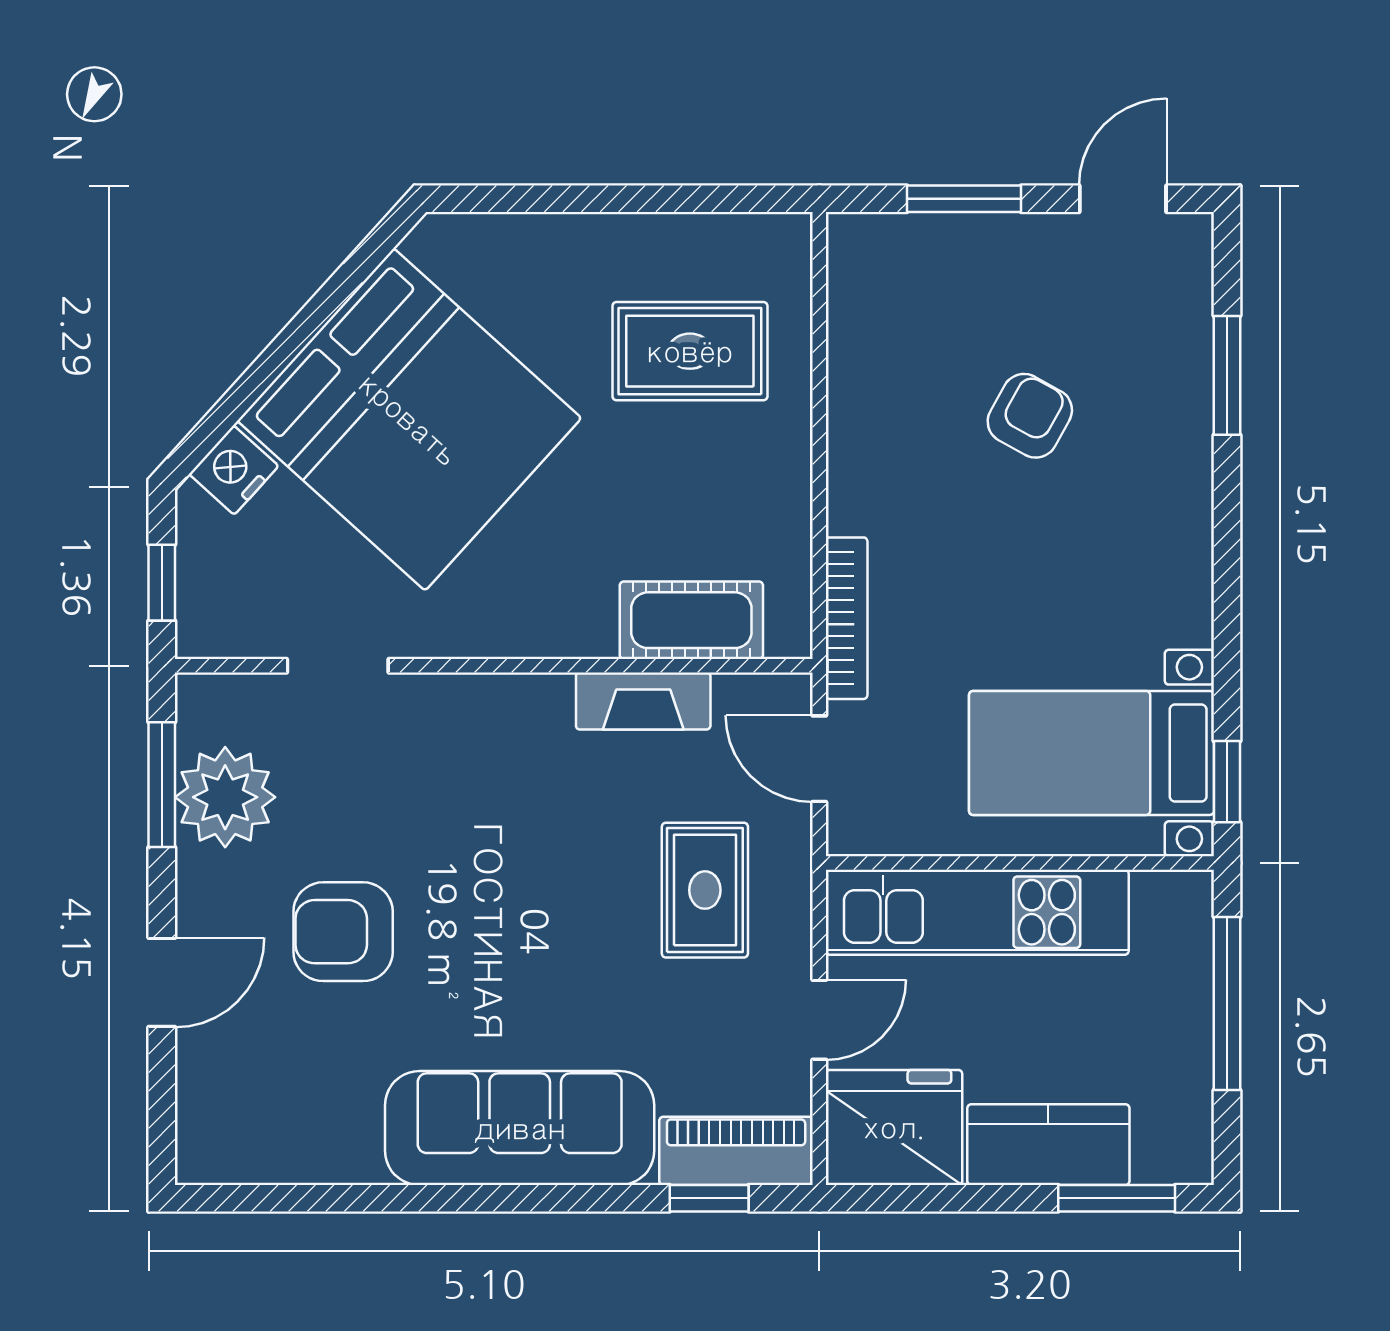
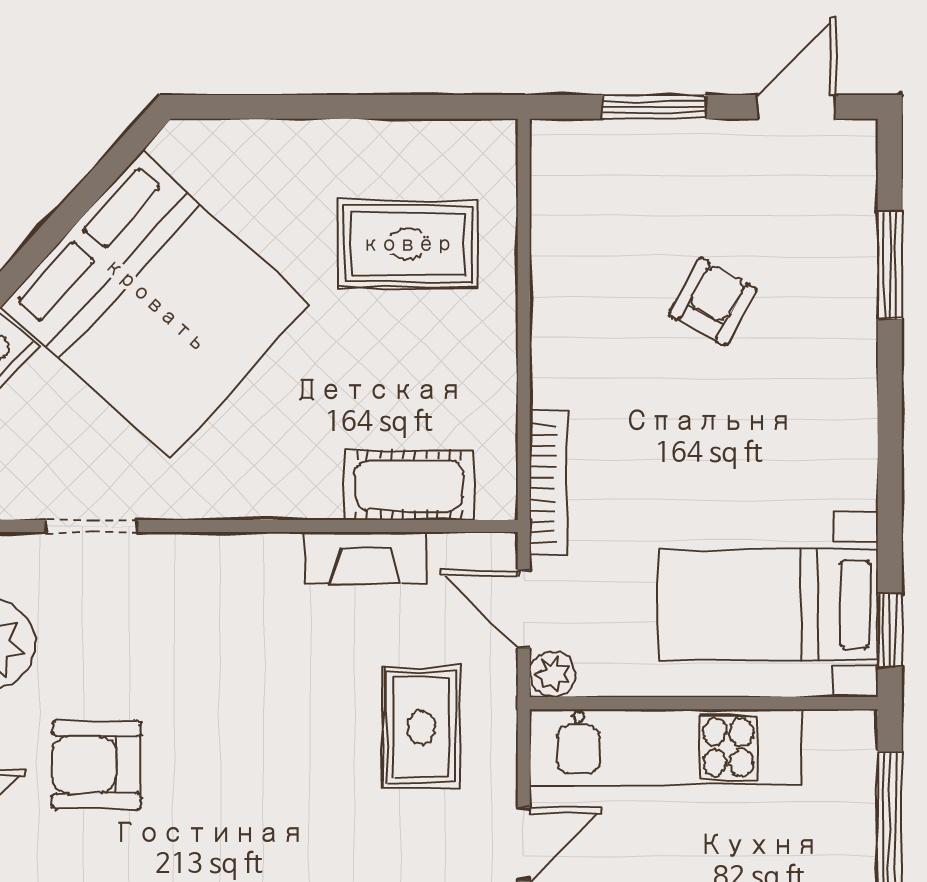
plant: (851, 831) -> (553, 674), added

